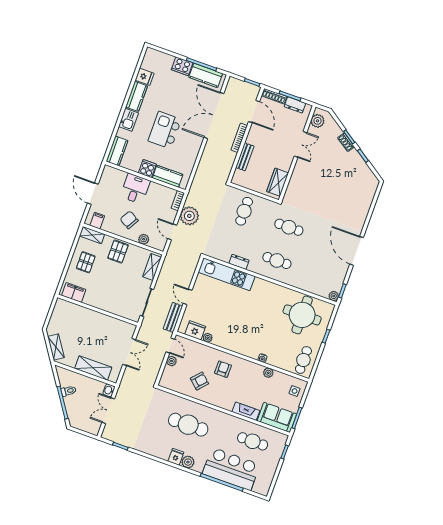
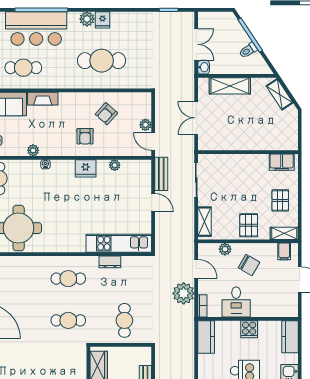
kitchen counter: (168, 176) -> (206, 337), moved, turned -90
desk: (135, 189) -> (236, 302), moved
fridge: (195, 330) -> (86, 168), moved

